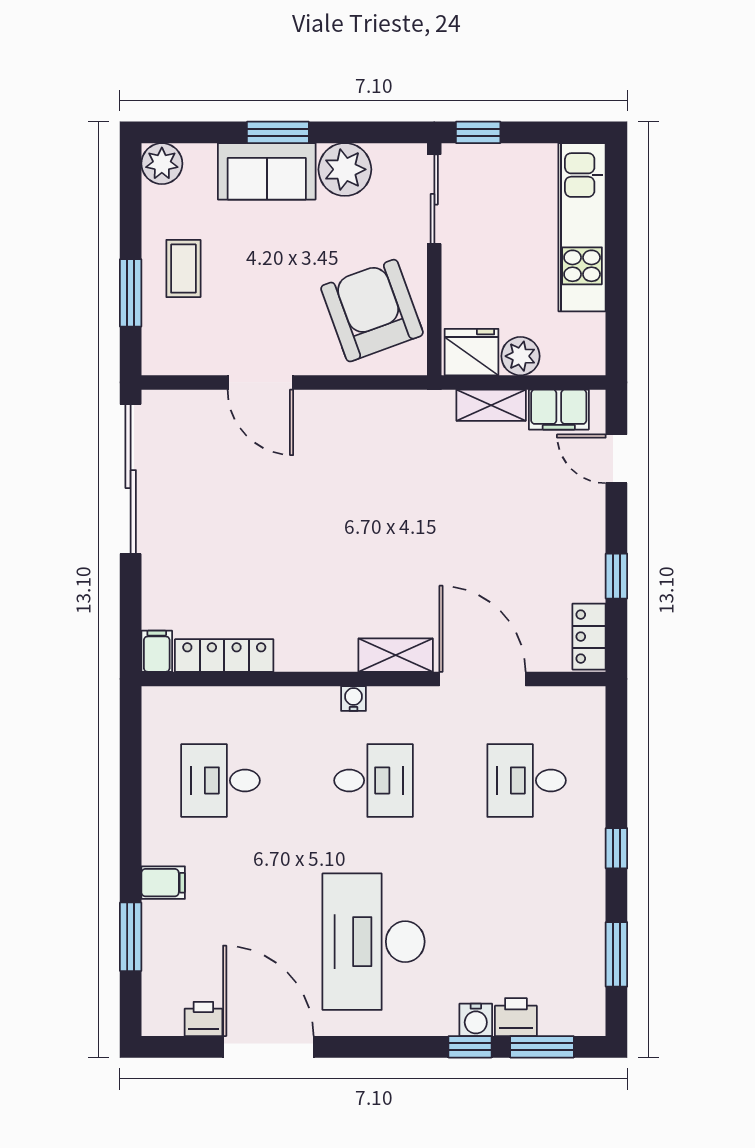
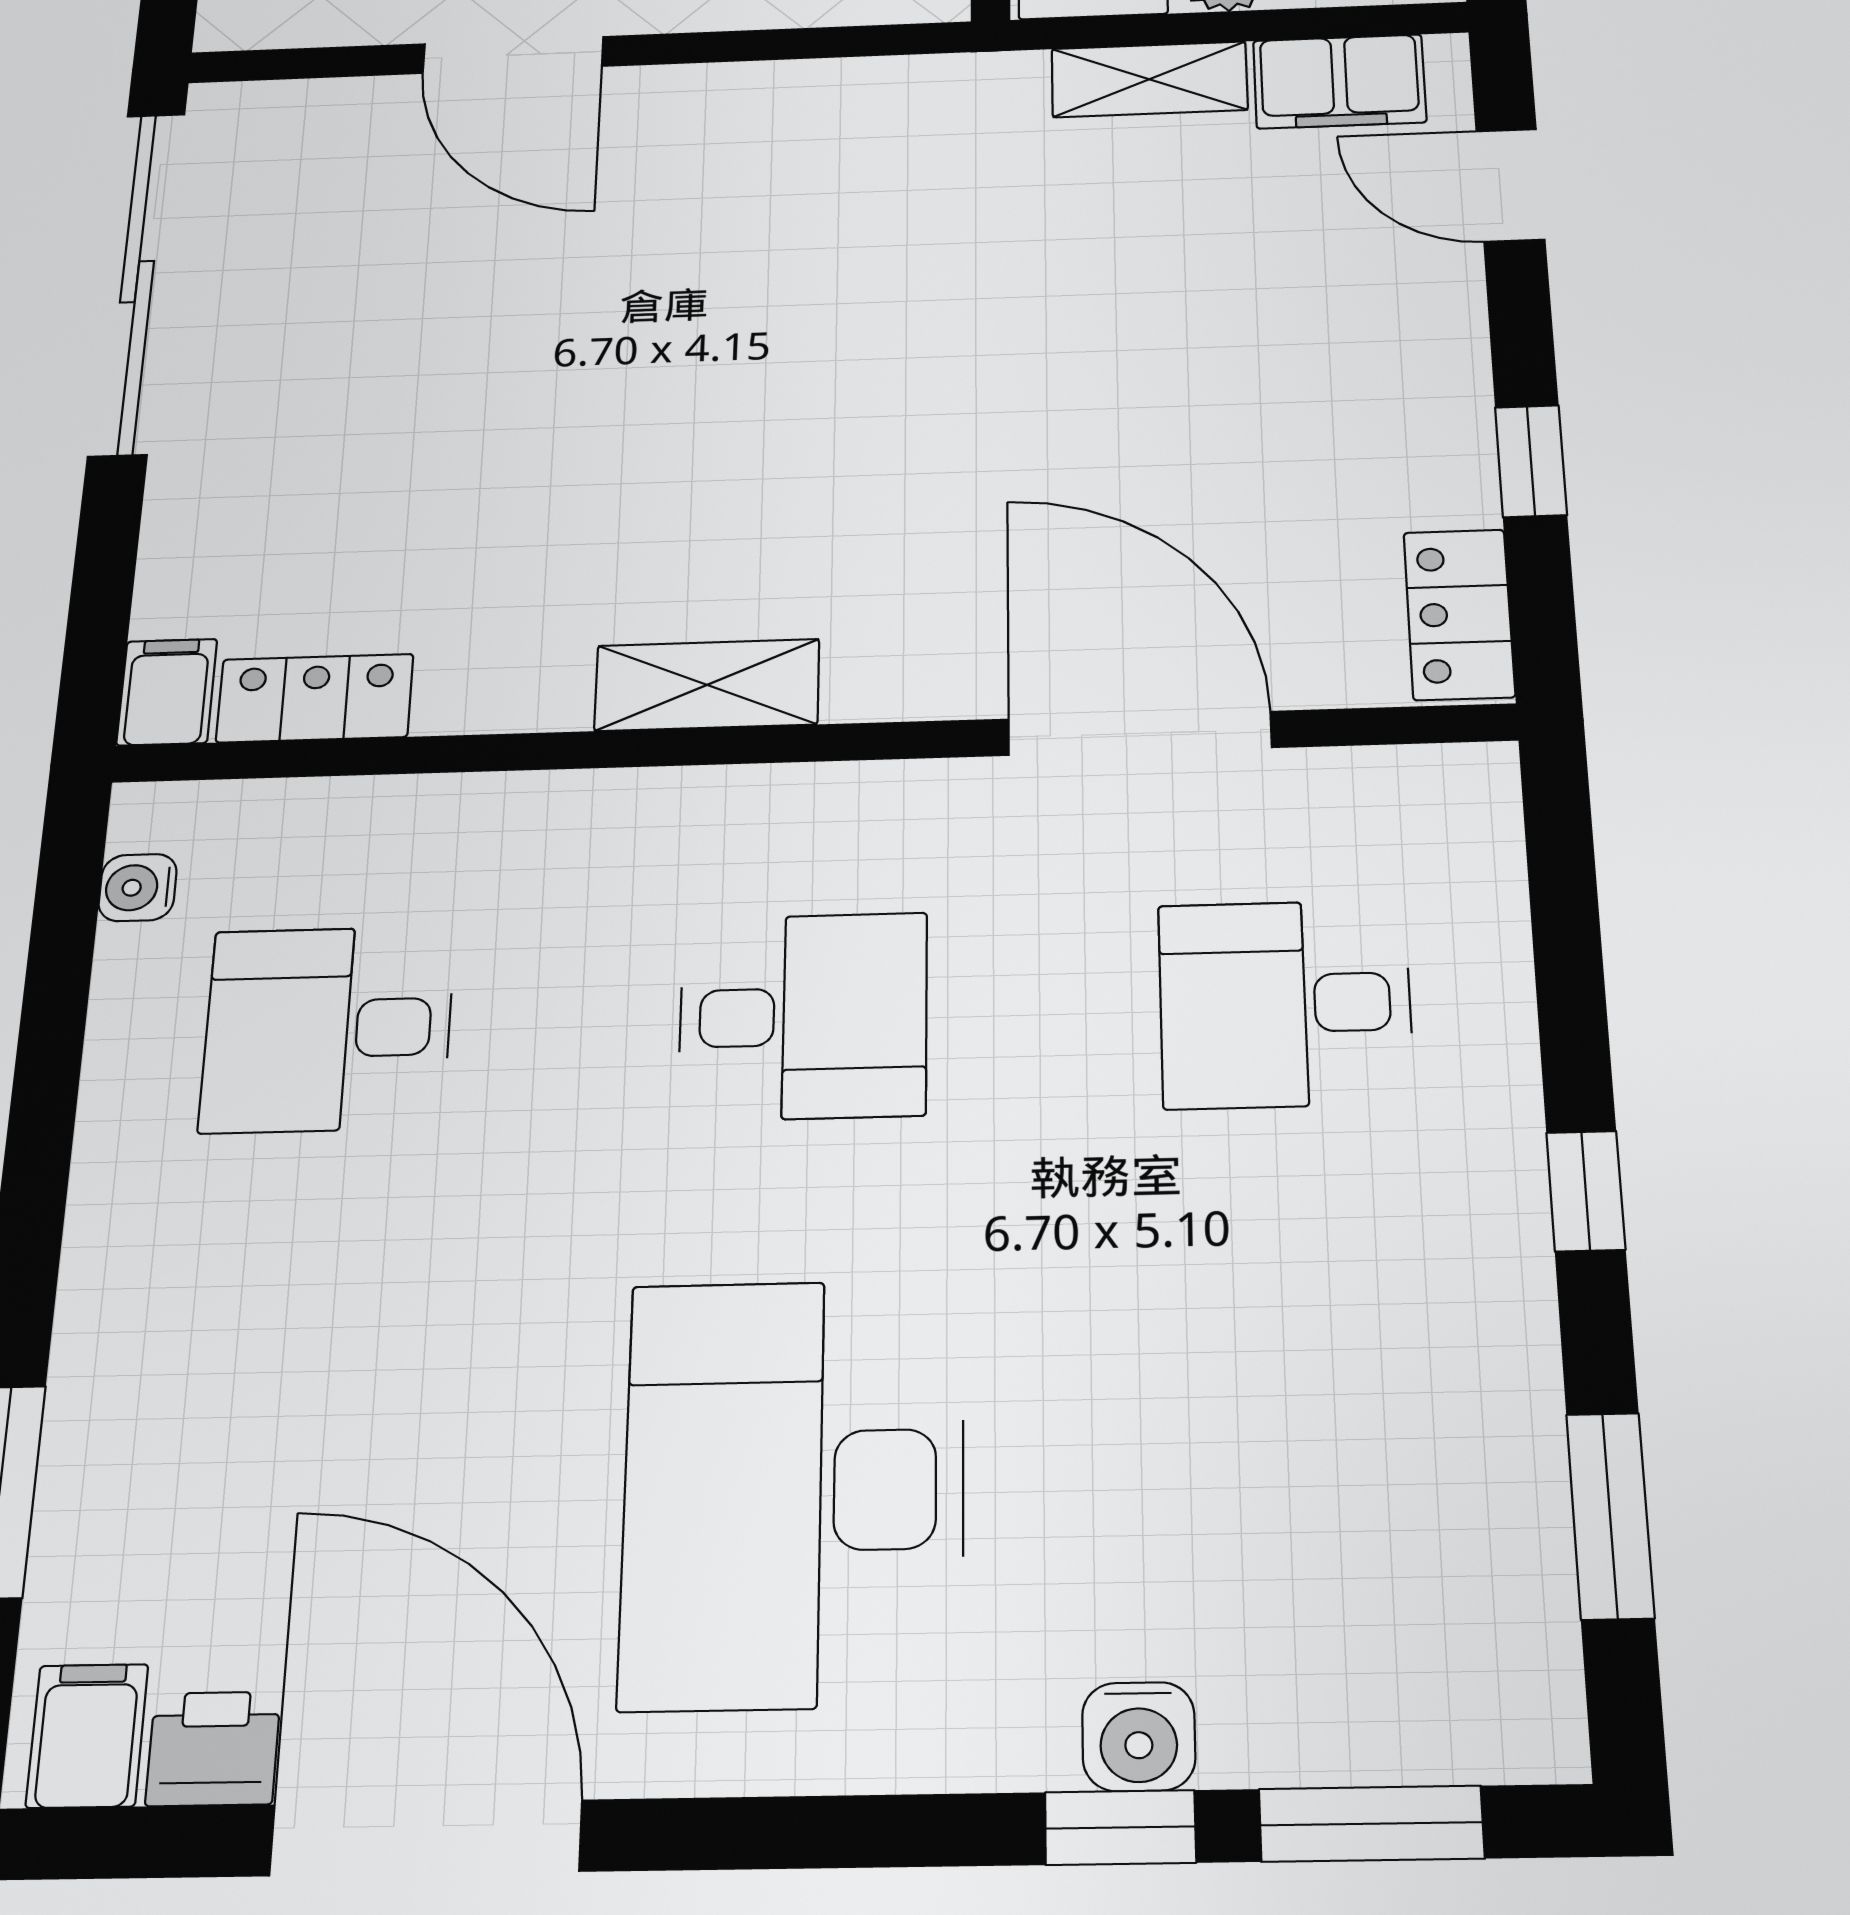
locker: (224, 655) -> (315, 698), width x0.66
shelving: (396, 655) -> (707, 685), moved
water cooler: (353, 698) -> (138, 888), moved, turned -90
filing cabinet: (163, 883) -> (87, 1736), moved, turned -90
printer: (516, 1017) -> (1277, 1725), removed

